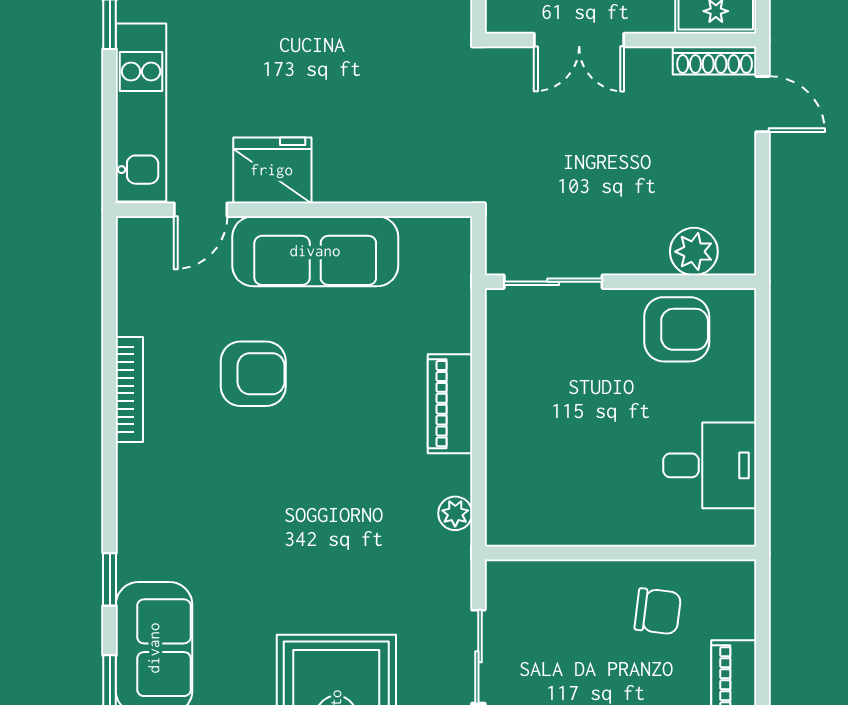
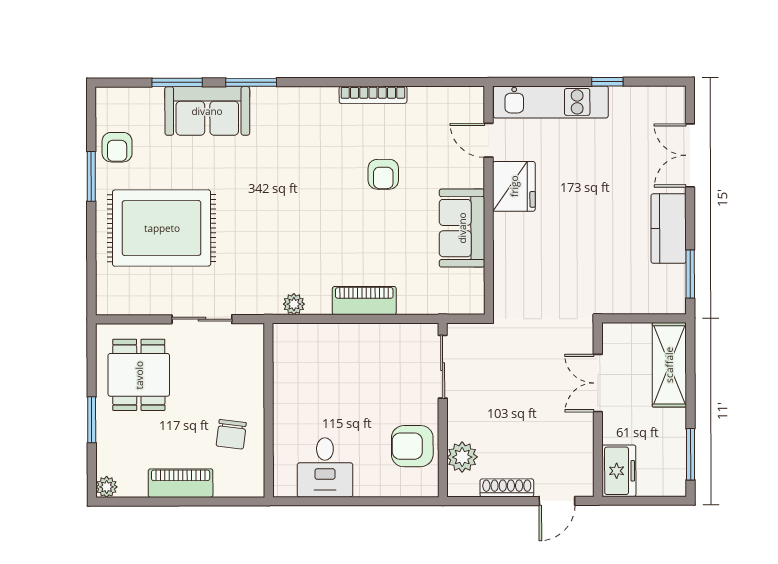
shoe rack: (715, 61) -> (507, 488), moved, turned 90
sofa: (315, 251) -> (462, 228), width x0.73
armchair: (677, 329) -> (412, 446), turned 90
armchair: (253, 374) -> (383, 174), width x0.72, depth x0.72
window: (110, 579) -> (251, 82), width x1.50

